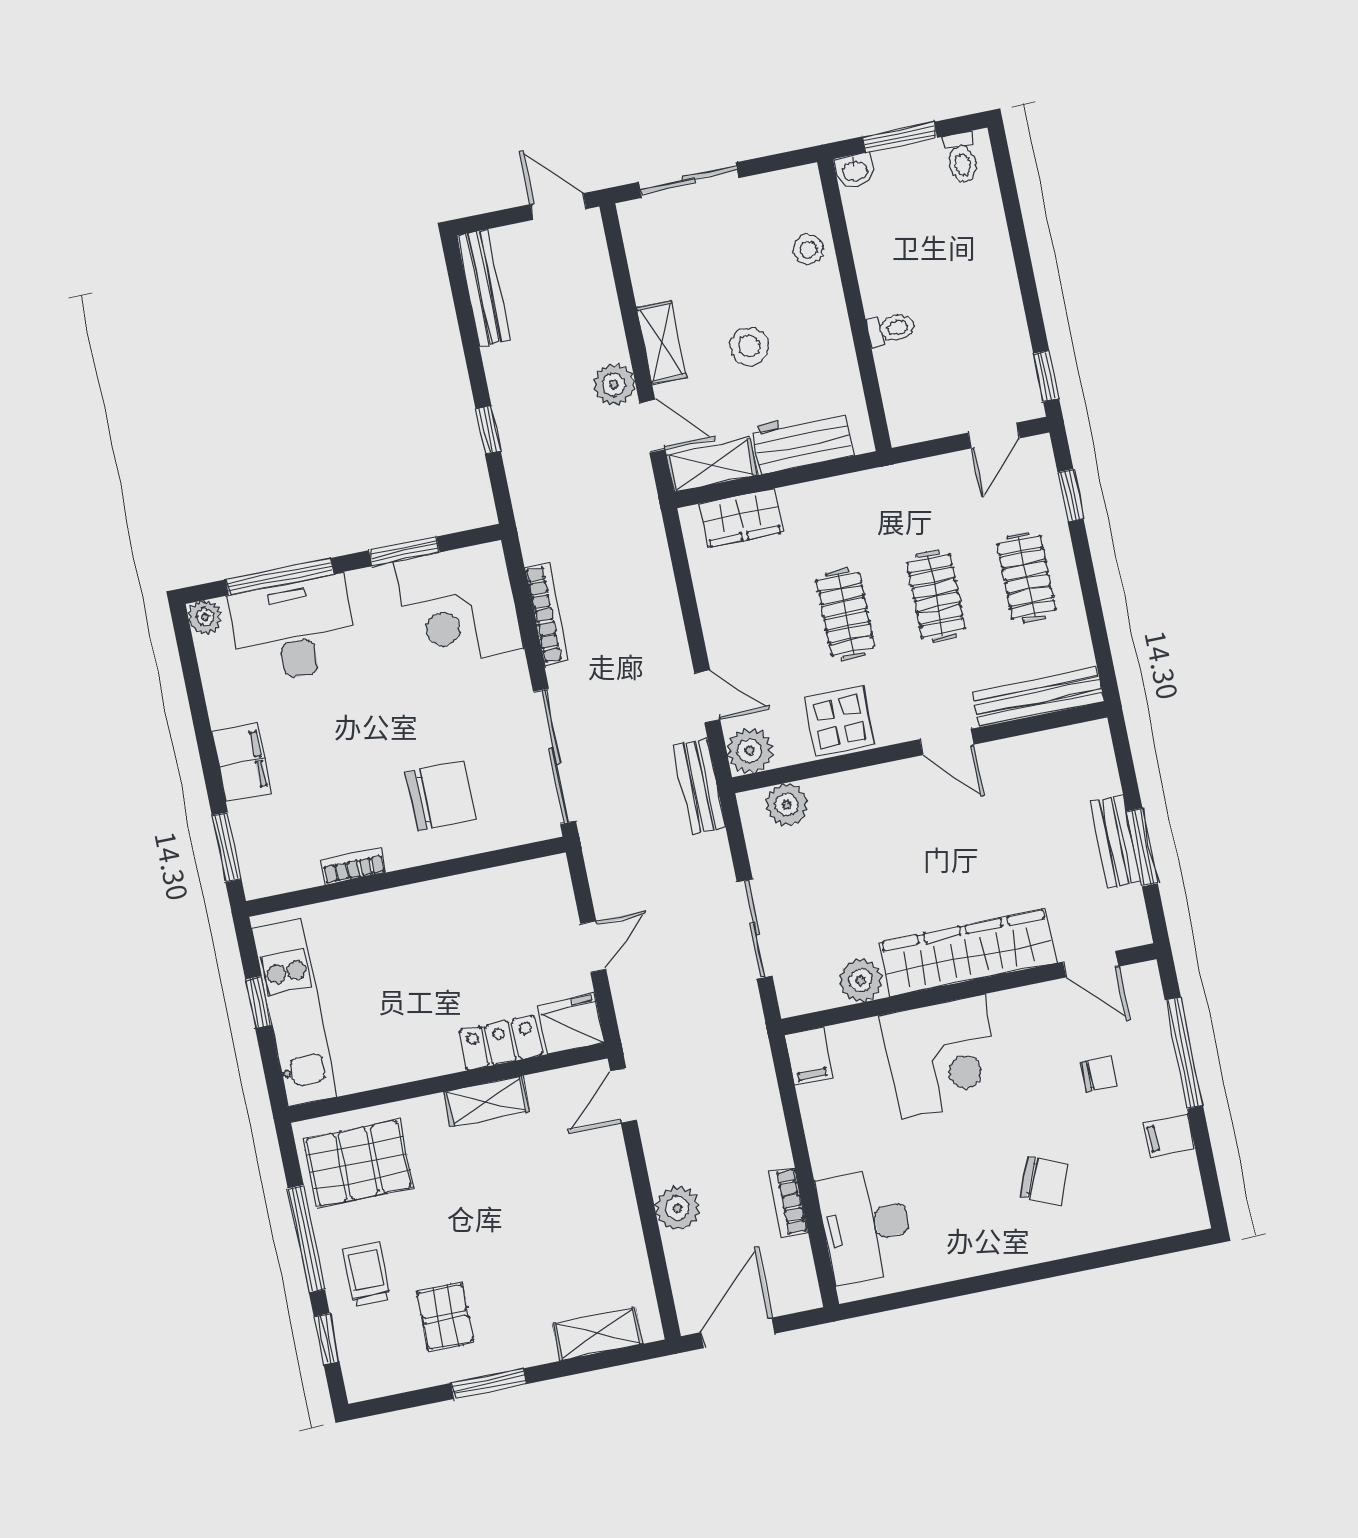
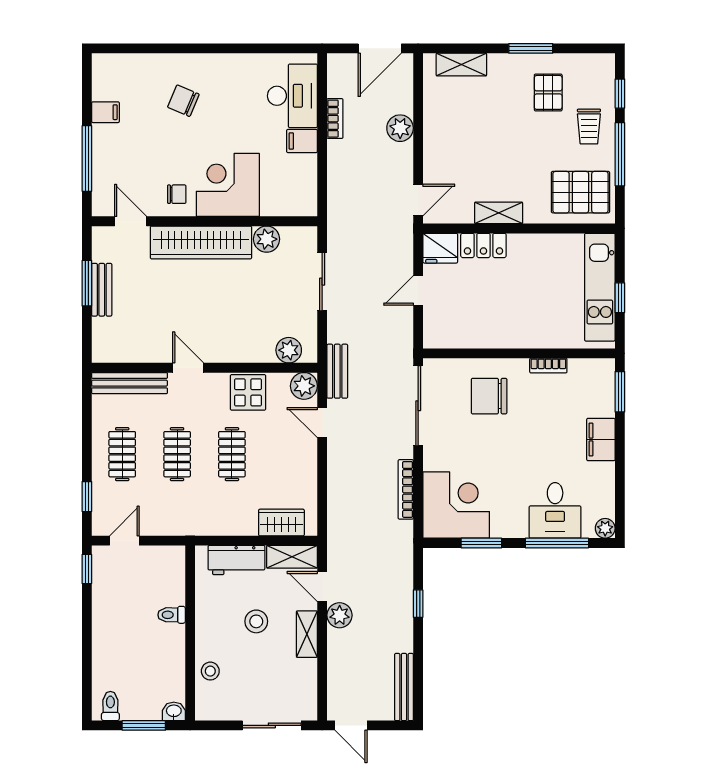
desk: (294, 630) -> (555, 510), width x0.73
filing cabinet: (809, 1056) -> (302, 141), moved, turned -90
chair: (1099, 1074) -> (177, 194), moved, turned 180

